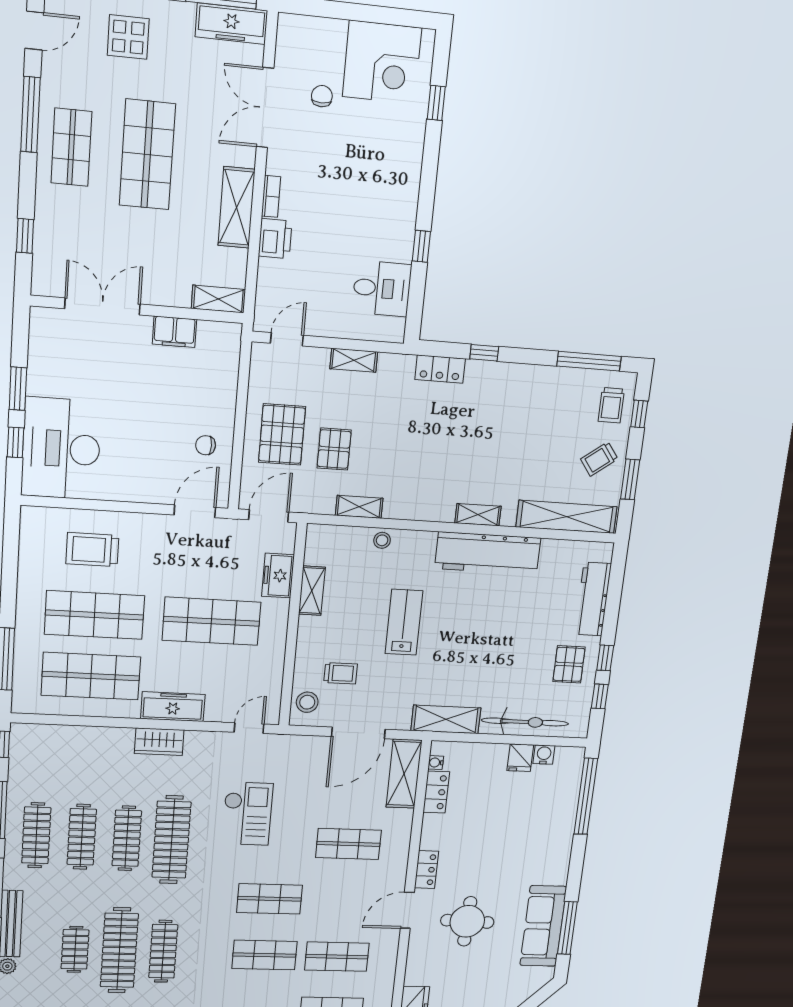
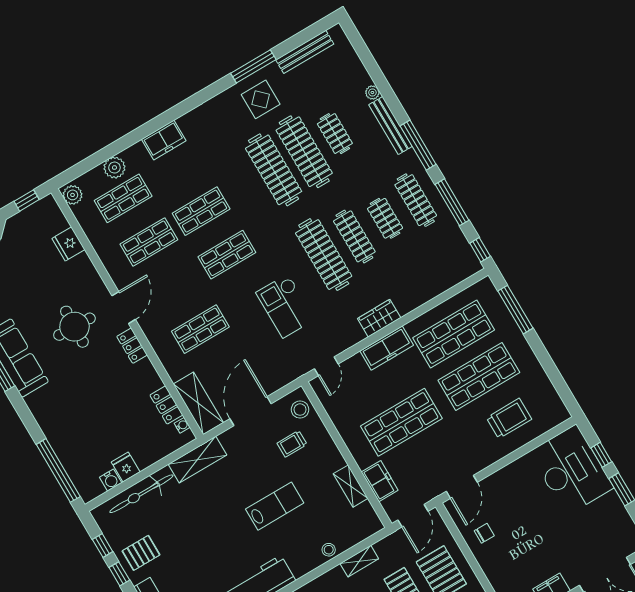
lab bench: (404, 622) -> (275, 506), turned -90
pallet: (569, 664) -> (141, 553), turned 90
clothes rail: (82, 837) -> (385, 218), width x0.73
clothes rail: (163, 951) -> (274, 170), width x1.37, depth x1.31

